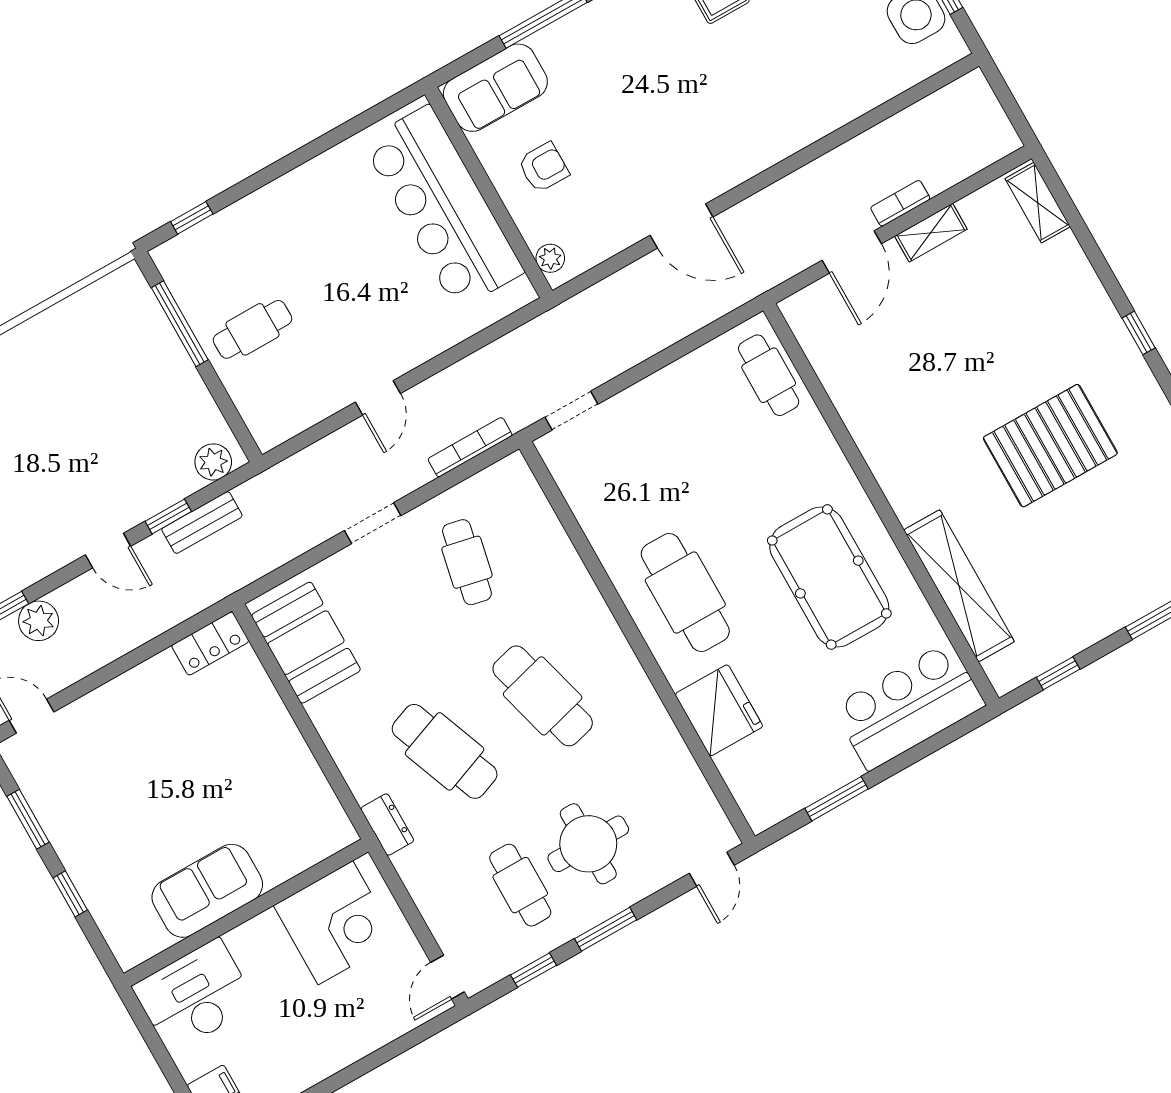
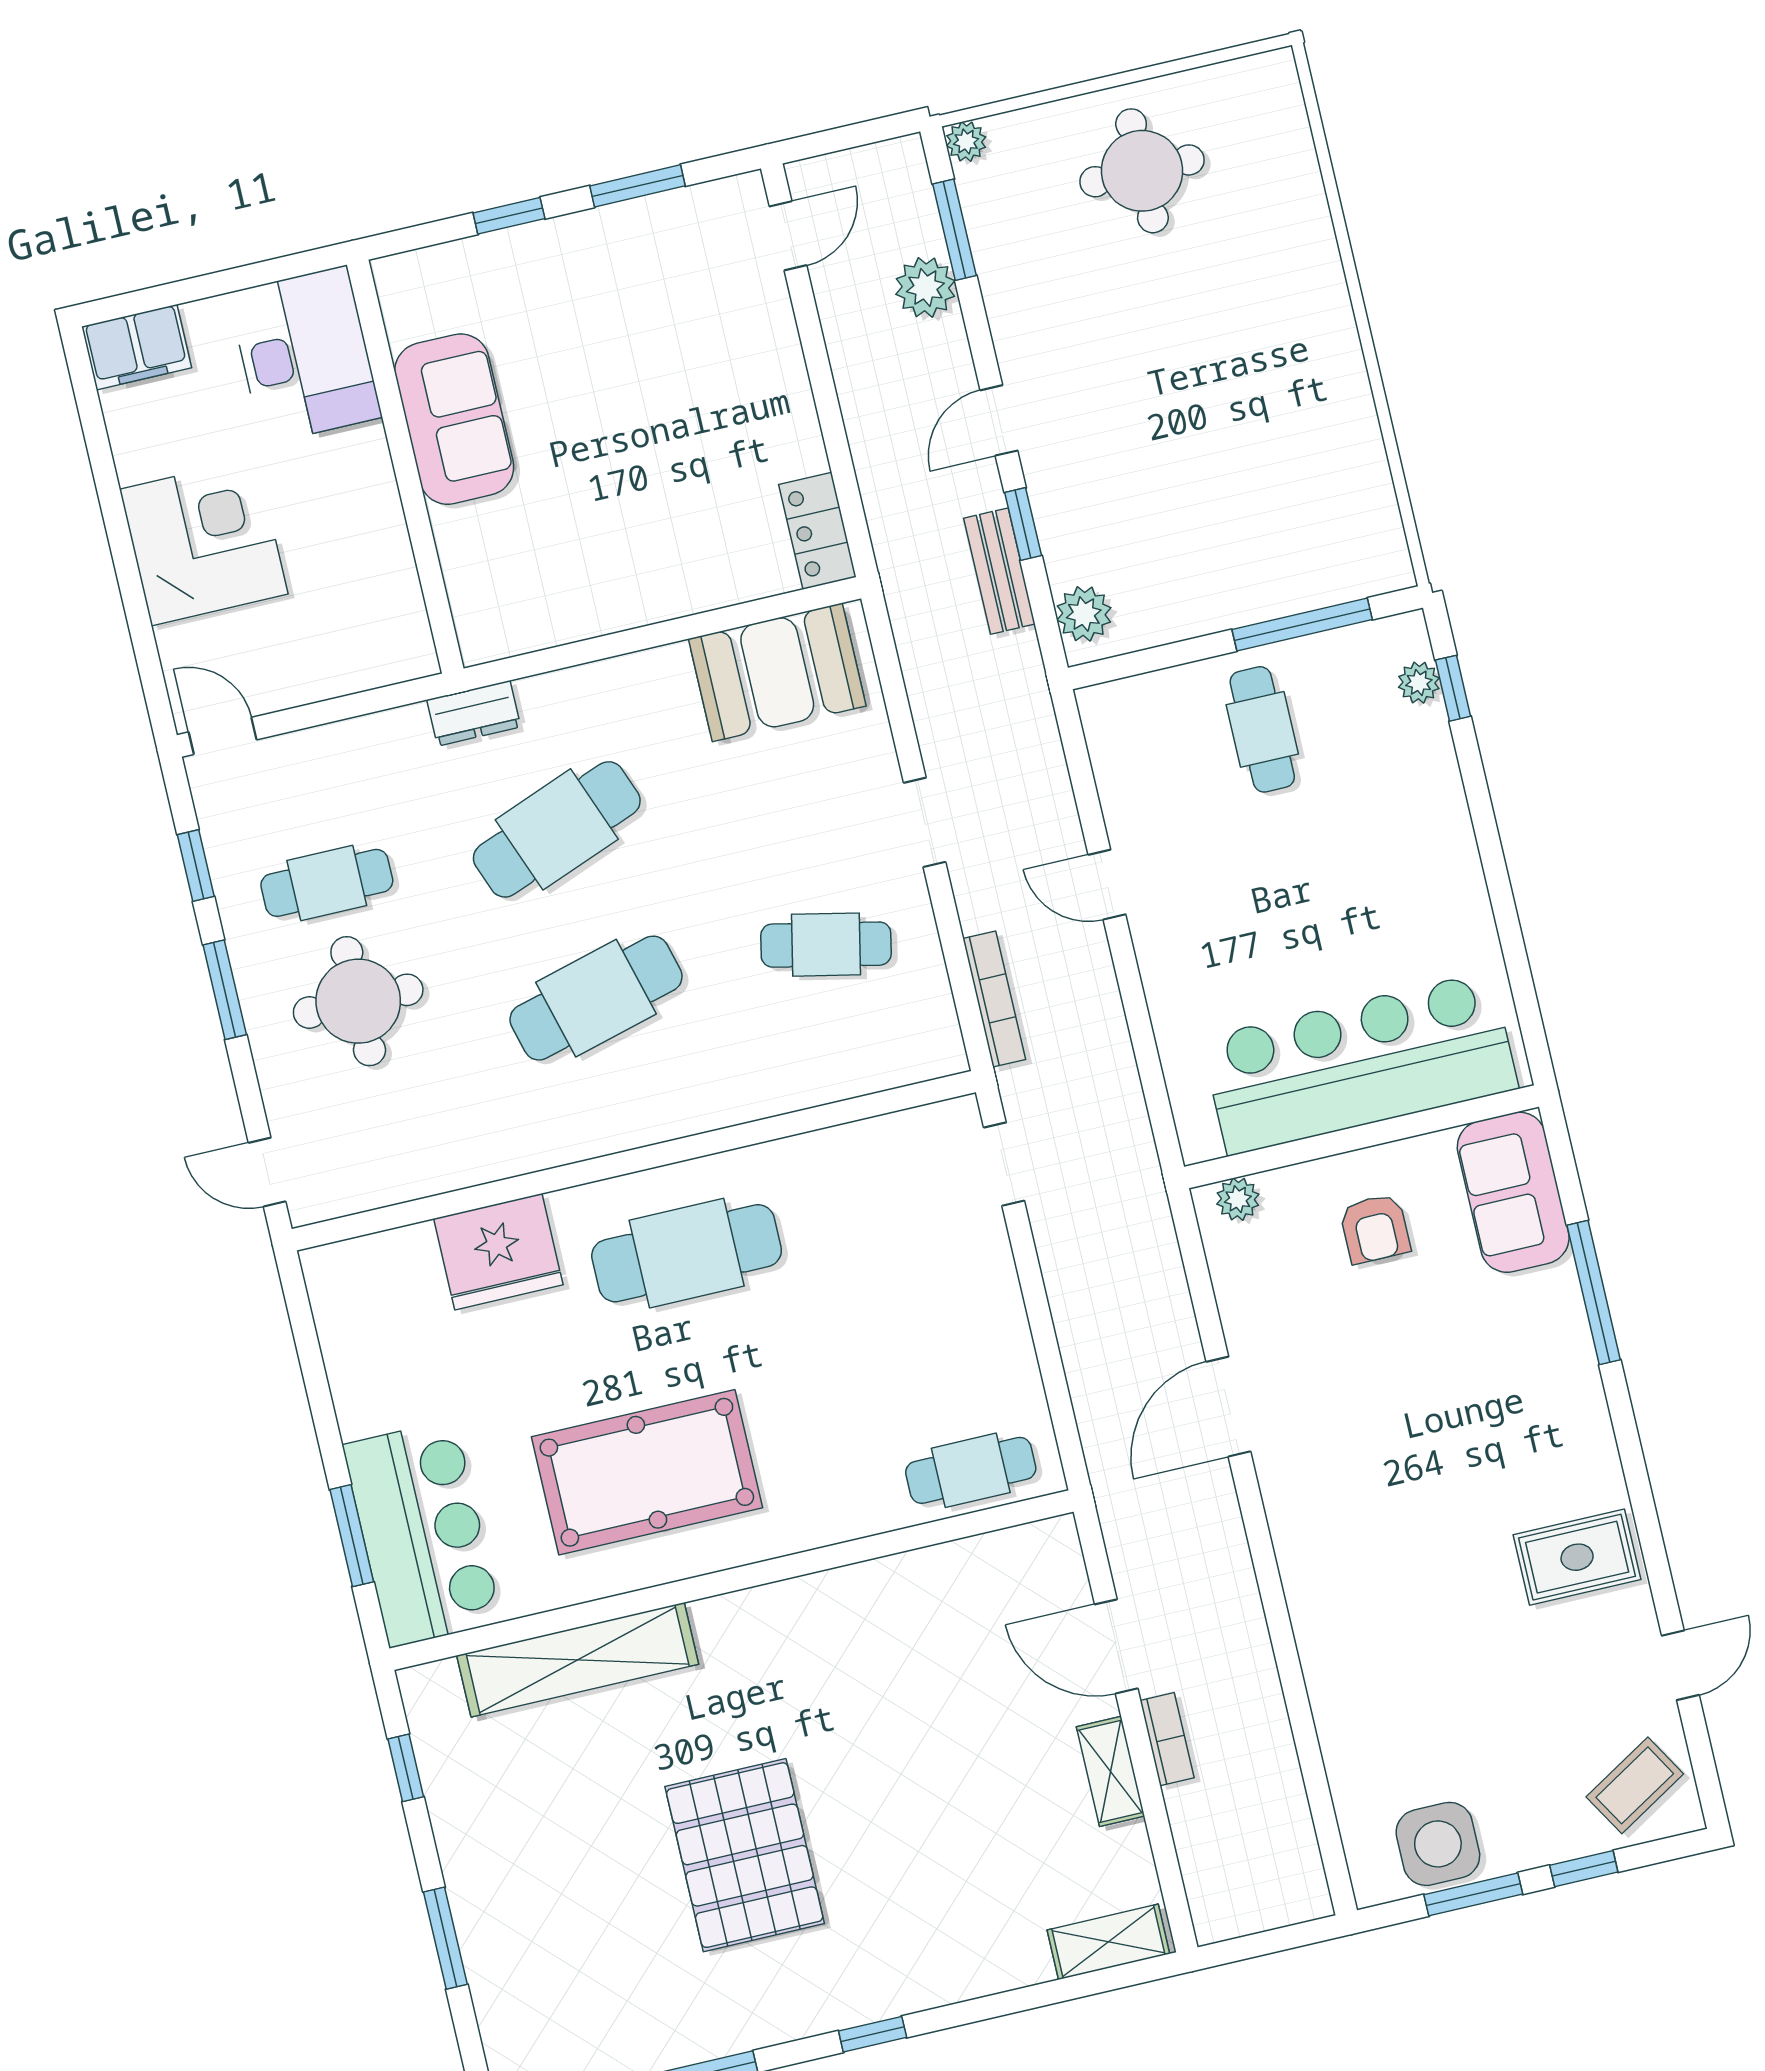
plant: (195, 240) -> (1419, 683), added
window: (836, 799) -> (352, 1536), moved
corner desk: (335, 923) -> (204, 542), moved, turned 180

